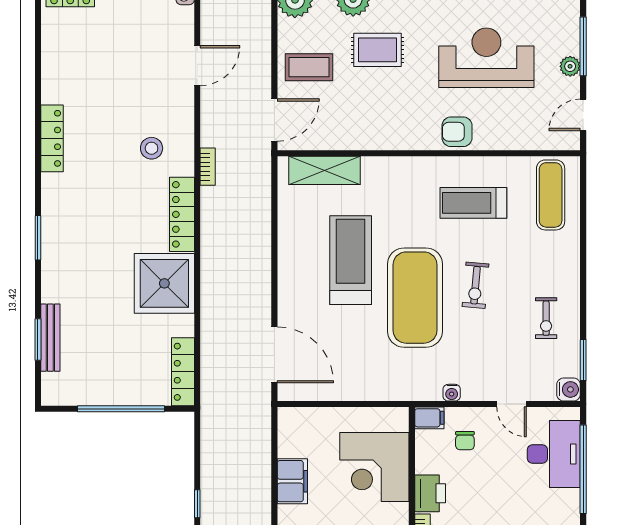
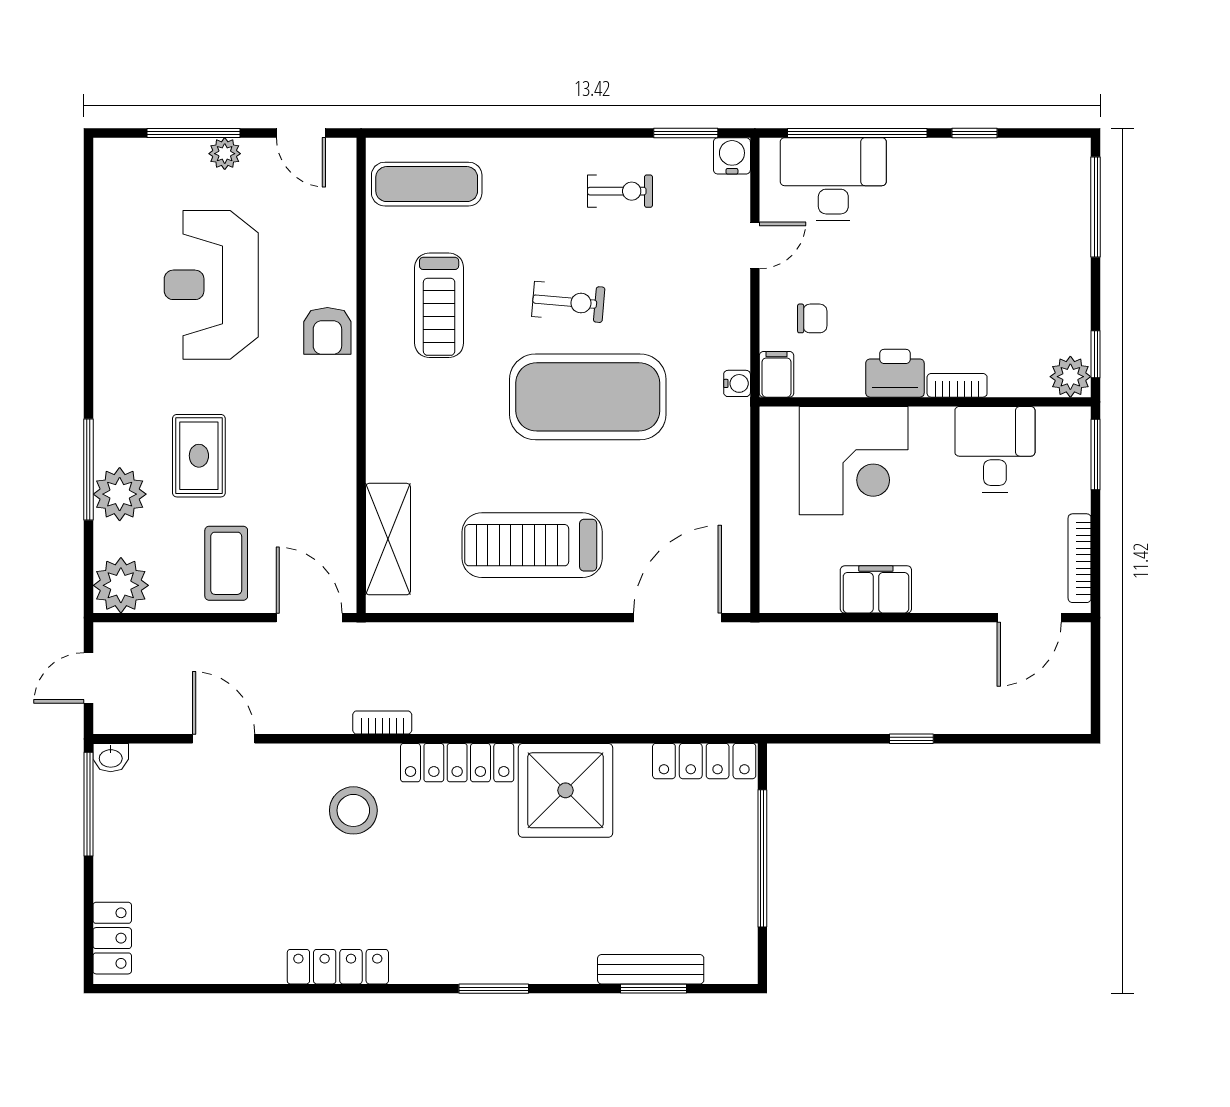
stool: (152, 148) -> (353, 810), width x1.38, depth x1.38
treadmill: (351, 260) -> (532, 545), moved
water cooler: (452, 393) -> (737, 383), moved

